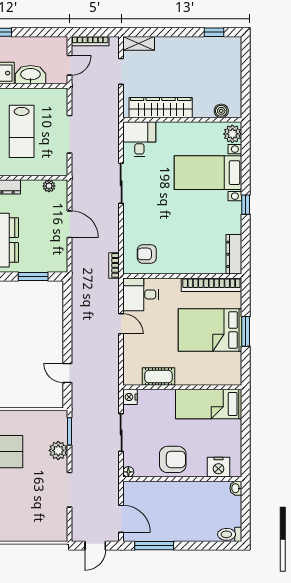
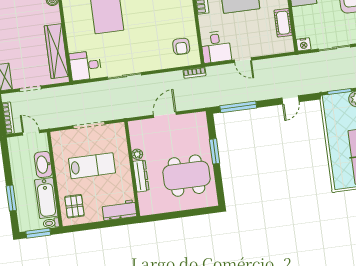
plant: (49, 186) -> (137, 154), moved
window: (33, 277) -> (215, 151), moved
window: (67, 311) -> (238, 107), added
door: (121, 324) -> (243, 60), swing flipped

